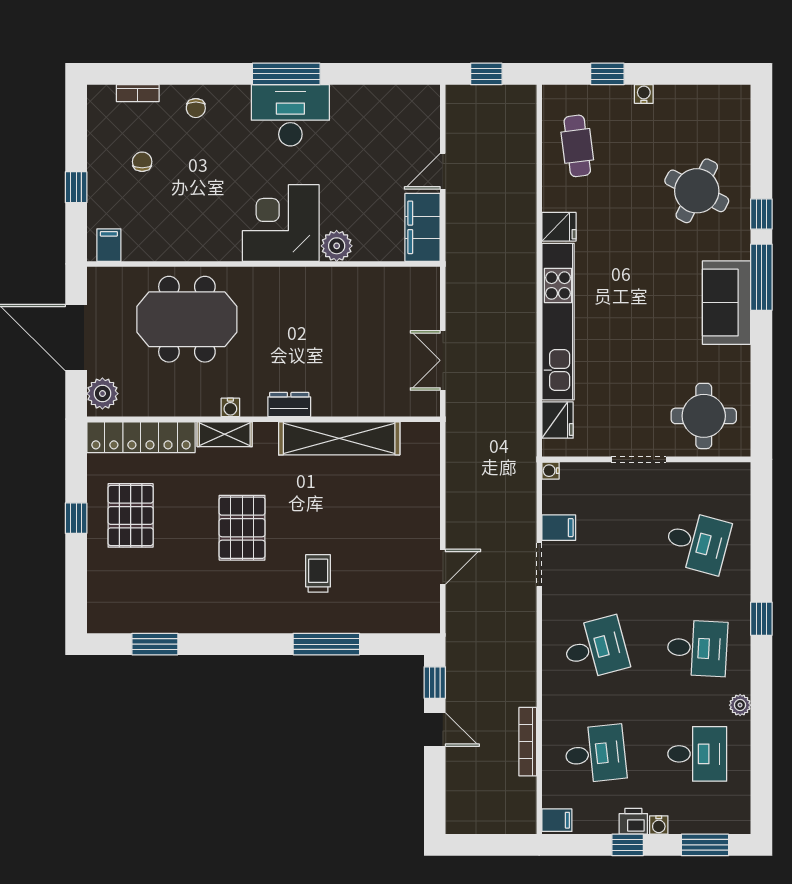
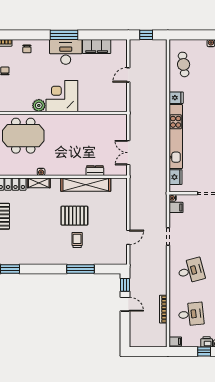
window: (607, 74) -> (196, 35), removed
filing cabinet: (423, 227) -> (97, 46), moved, turned -90
plant: (337, 246) -> (39, 105), moved
dresser: (289, 404) -> (95, 171), moved
pallet: (242, 528) -> (74, 216), moved, turned 90
filing cabinet: (559, 528) -> (176, 207), moved

